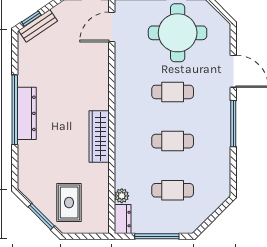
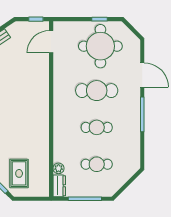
cafe table: (173, 92) -> (97, 91), width x1.37, depth x1.35
wardrobe: (99, 136) -> (42, 124), removed

